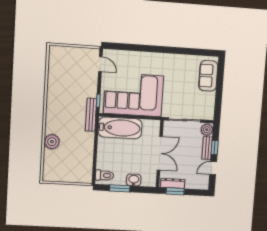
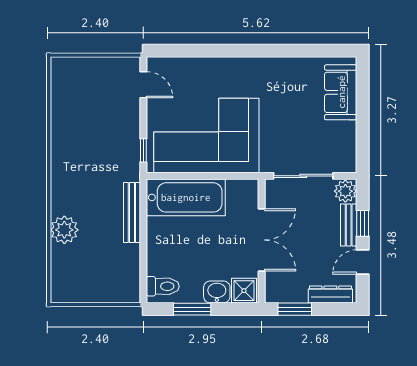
bench: (91, 115) -> (132, 212), moved
shower: (148, 180) -> (244, 291), added
dresser: (173, 183) -> (330, 294), moved

